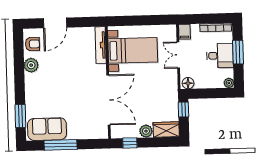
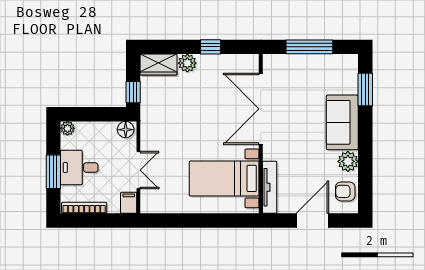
tv unit: (101, 45) -> (270, 187), moved
bed with nightstands: (133, 50) -> (224, 178), moved
wall: (108, 82) -> (261, 134), moved
double door: (108, 100) -> (261, 109), moved
sofa: (47, 129) -> (342, 122), moved, turned 90

